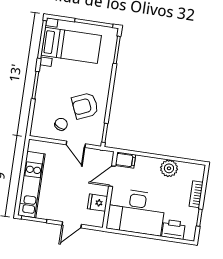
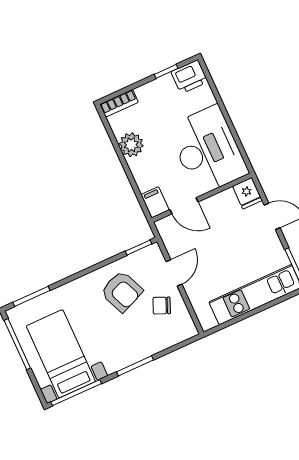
bookcase: (196, 194) -> (119, 103), moved
fridge: (97, 203) -> (247, 193), moved
printer: (174, 229) -> (190, 77), moved, turned -90

